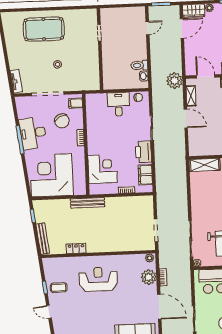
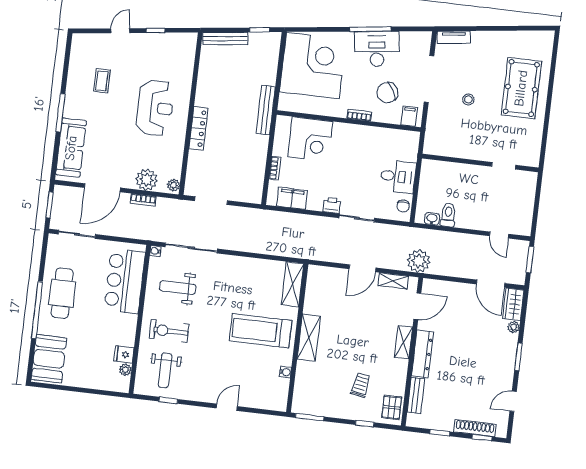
printer: (143, 152) -> (332, 205), width x0.53, depth x0.68
locker: (76, 248) -> (198, 128), moved, width x1.53
coffee table: (59, 288) -> (102, 81), moved

